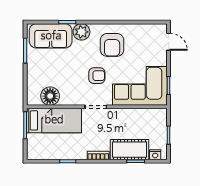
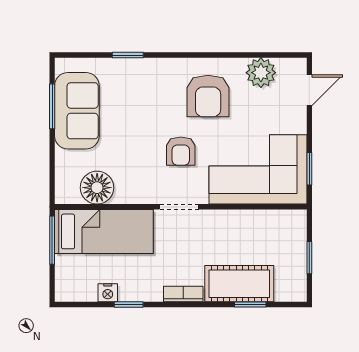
plant: (81, 32) -> (261, 73), moved
sofa: (51, 36) -> (77, 111), moved, turned -90
door: (169, 42) -> (309, 90), hinge flipped
armchair: (97, 76) -> (181, 151), turned 90
nightstand: (155, 155) -> (108, 293), moved

